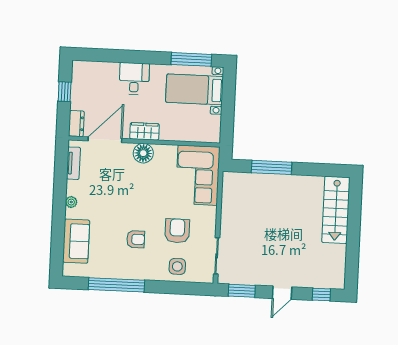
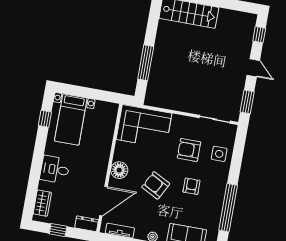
window: (191, 59) -> (45, 119), width x0.46
wardrobe: (145, 131) -> (42, 203), moved, turned 180
door: (105, 140) -> (103, 201), swing flipped
armchair: (131, 198) -> (156, 185), added

